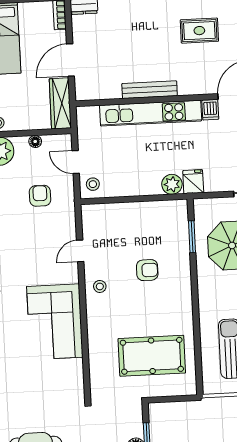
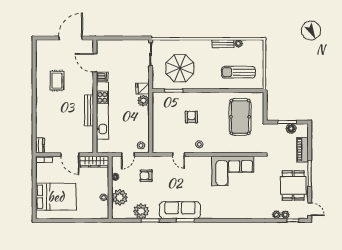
corner sofa: (55, 322) -> (233, 171), moved

